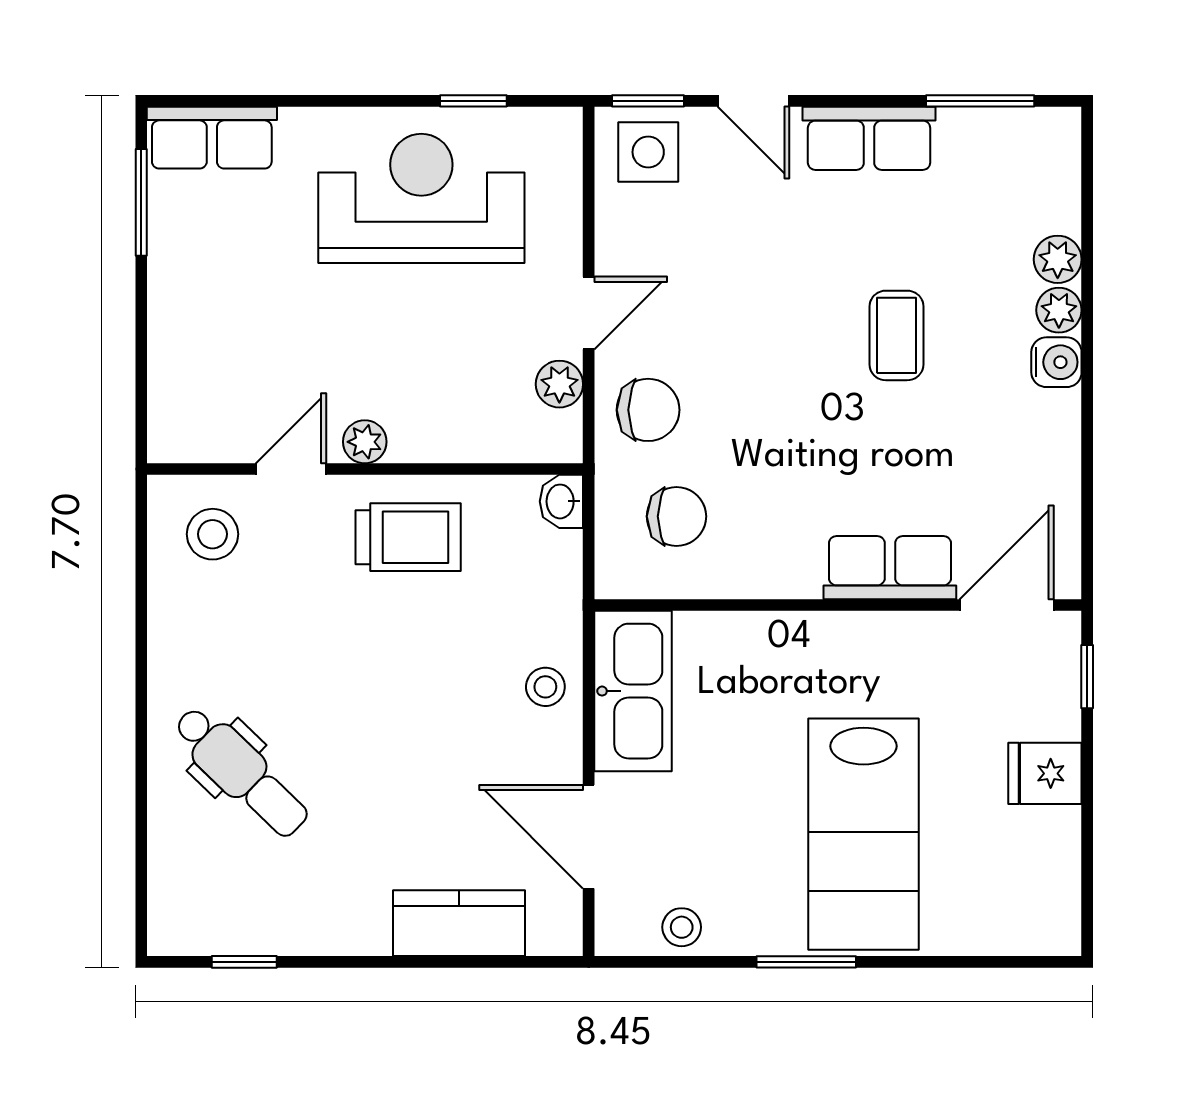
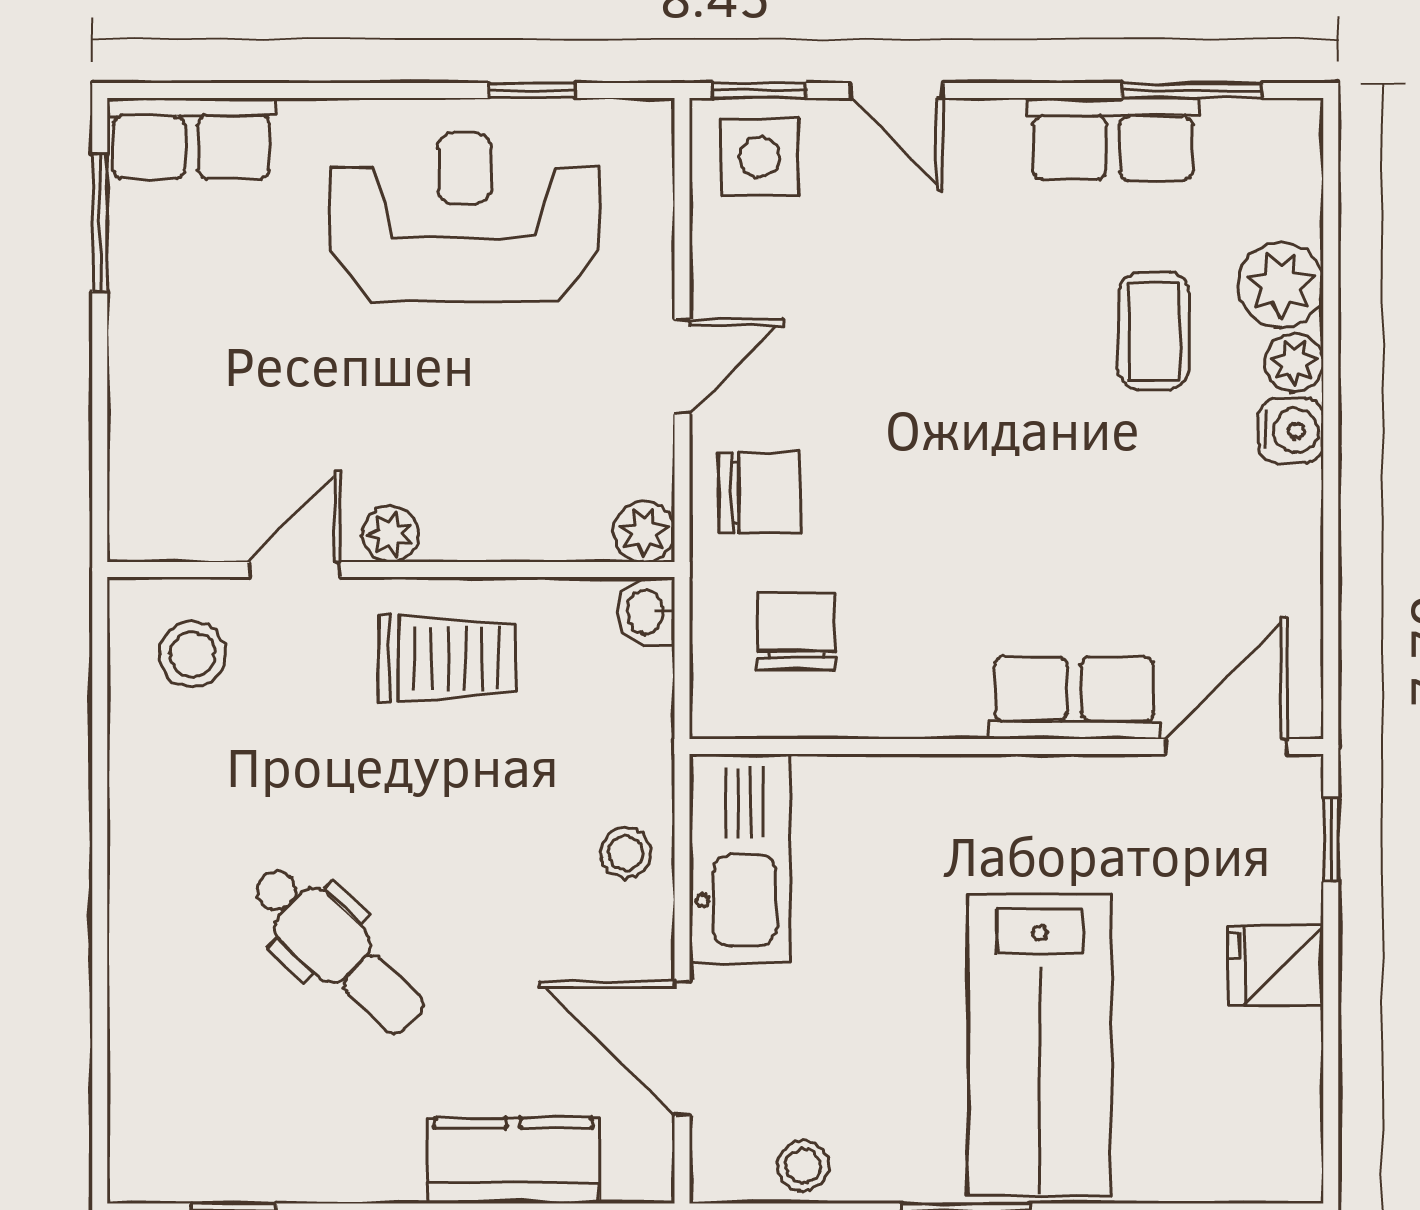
row of seats: (869, 138) -> (1113, 139), moved
plant: (1058, 259) -> (1281, 285), width x1.38, depth x1.38
coffee table: (896, 335) -> (1154, 331), moved
plant: (559, 384) -> (644, 532), moved
chair: (676, 516) -> (796, 631), turned -90
dental chair: (241, 772) -> (338, 950), moved

